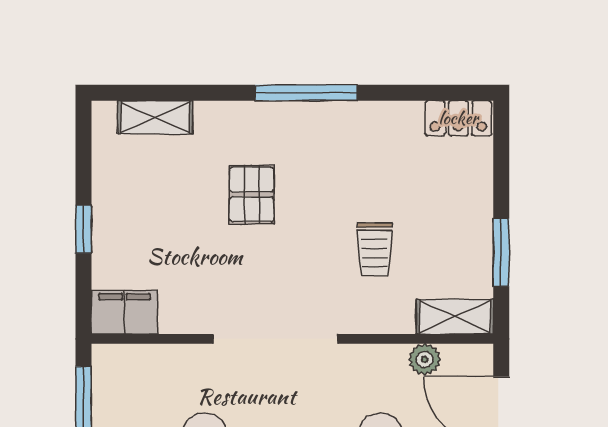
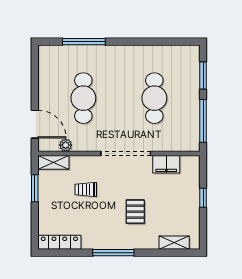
locker: (458, 118) -> (59, 242), width x1.53
trolley: (375, 249) -> (86, 190), turned -90
filing cabinet: (124, 312) -> (166, 164), moved

